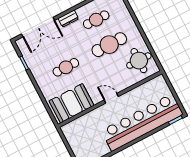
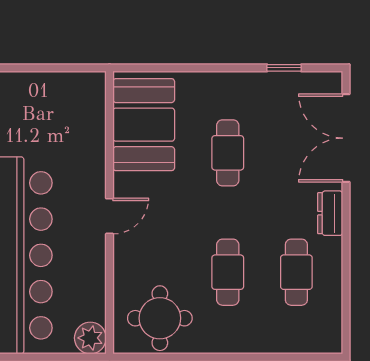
cafe table: (109, 45) -> (228, 272), width x0.73, depth x0.74
plant: (159, 82) -> (90, 338), added

